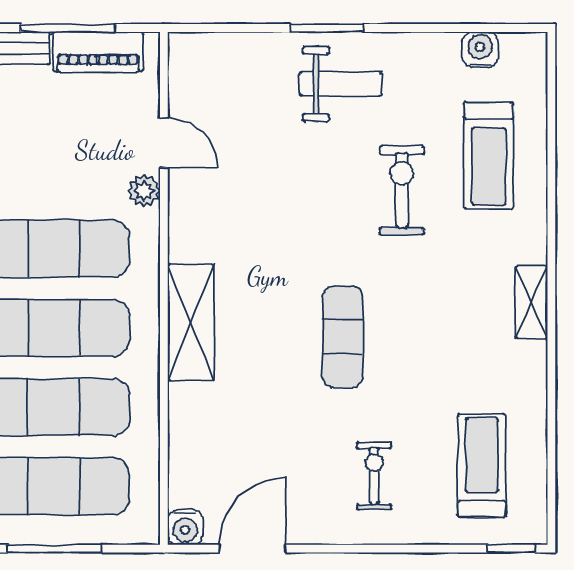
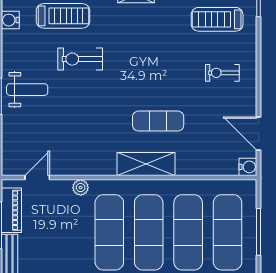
weight bench: (341, 84) -> (27, 90), turned 90
door: (164, 143) -> (37, 178), moved
exercise mat: (343, 337) -> (158, 121), moved

